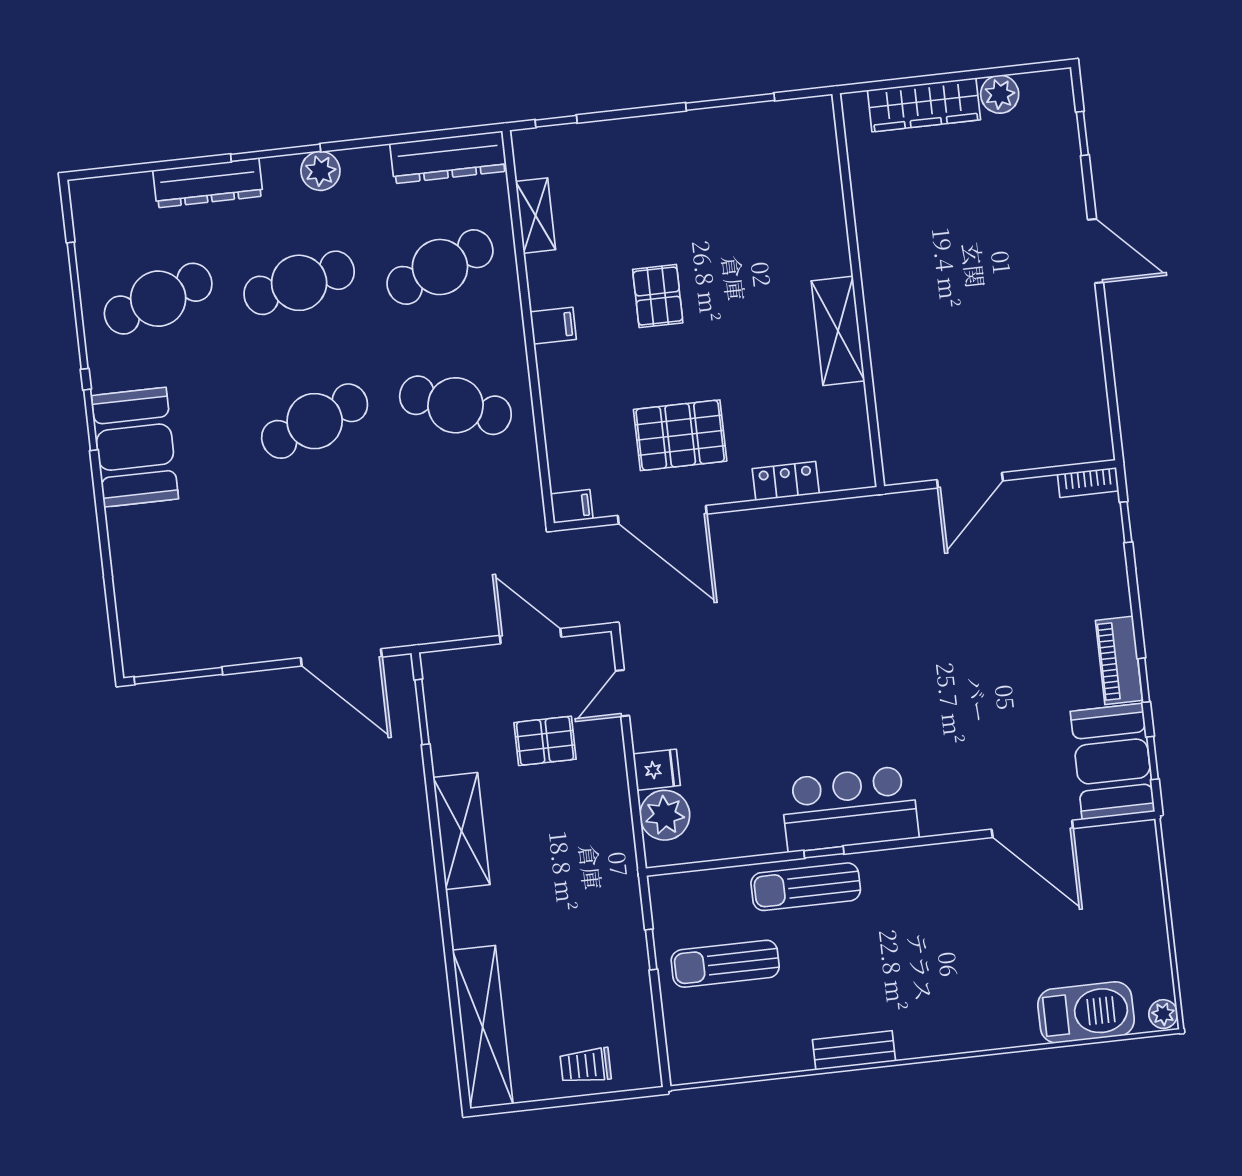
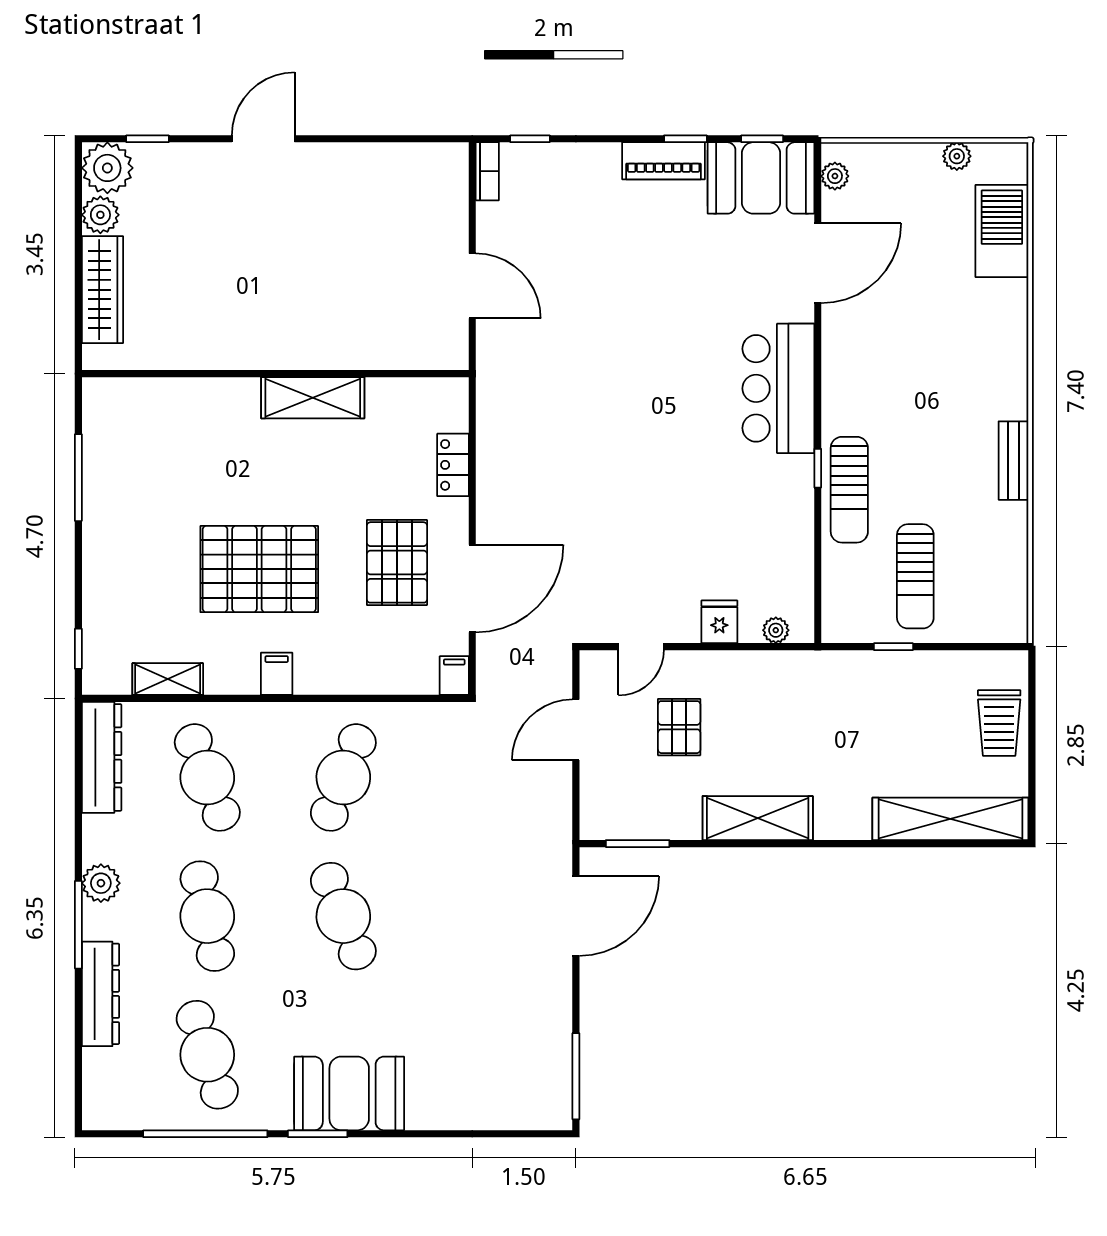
plant: (1048, 96) -> (107, 168), added
pallet: (658, 296) -> (259, 569), width x2.05, depth x2.00
door: (622, 693) -> (641, 647), hinge flipped
bar counter: (850, 809) -> (778, 388), moved
plant: (665, 815) -> (776, 630), width x0.53, depth x0.53
plant: (1123, 836) -> (835, 176), added
plant: (1163, 1014) -> (957, 156), moved
trolley: (586, 1066) -> (999, 723), width x1.36, depth x1.39

